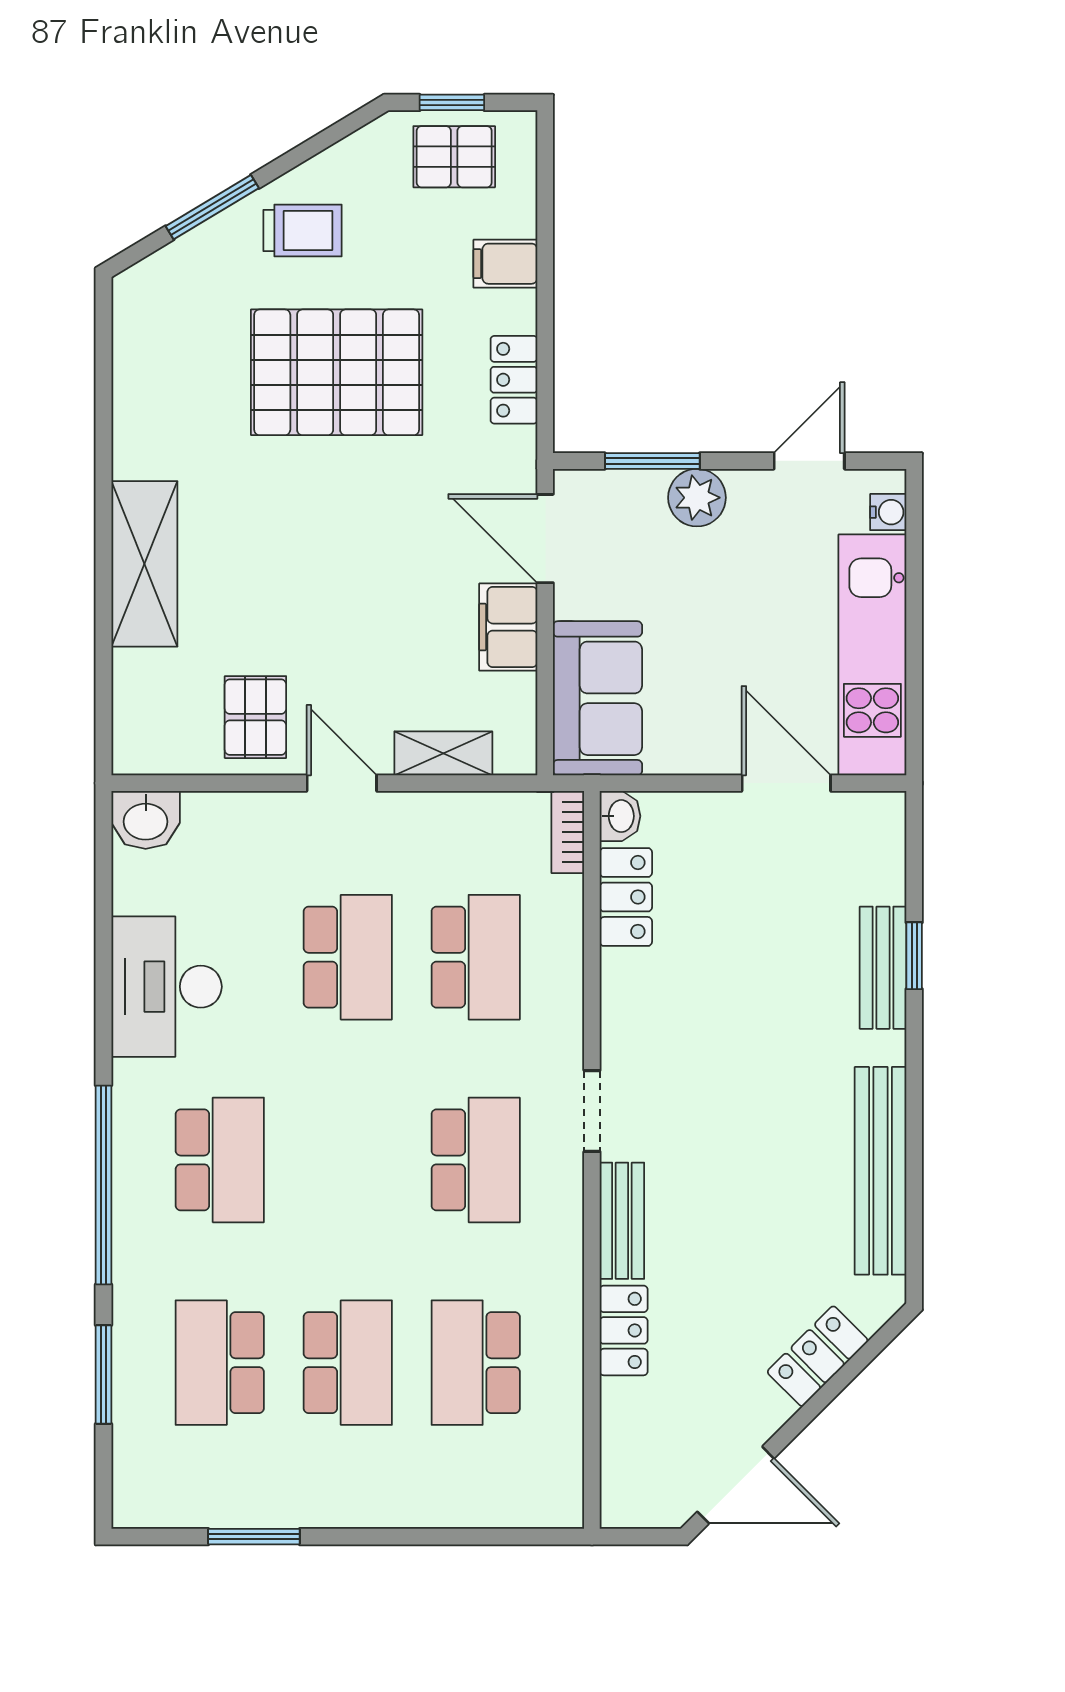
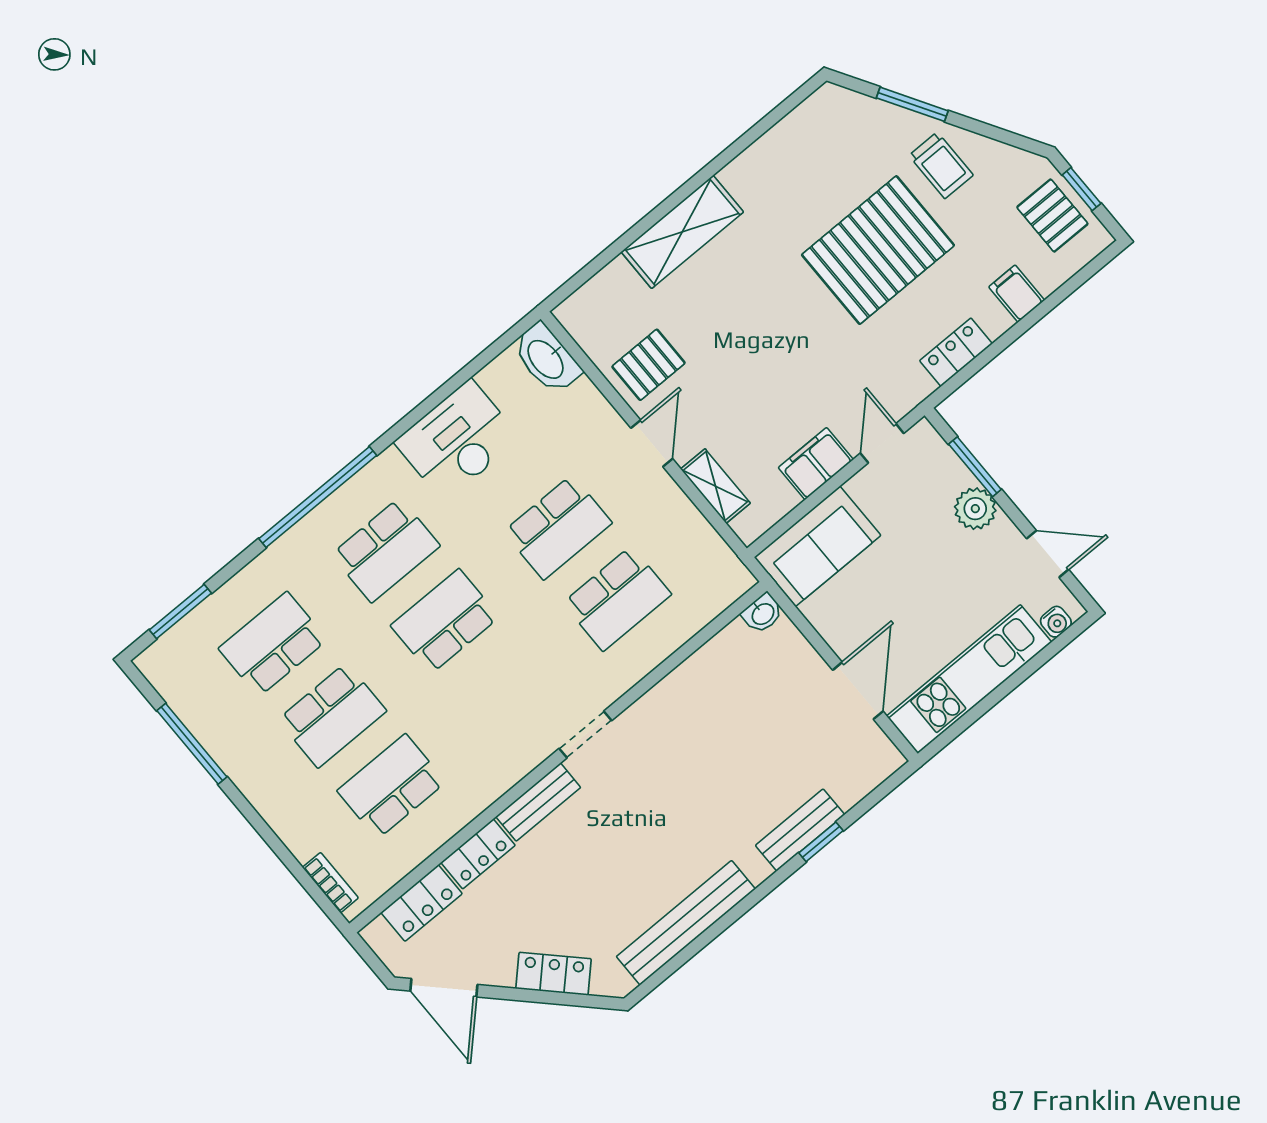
pallet: (337, 372) -> (878, 250), turned 90
door: (545, 539) -> (882, 443), width x0.73
washbasin: (146, 820) -> (546, 359), width x1.38
bookcase: (568, 832) -> (330, 883), moved, turned 90
locker: (626, 897) -> (422, 903), moved
school desk: (476, 1160) -> (445, 621), moved, turned 180
window: (103, 1375) -> (180, 611), moved
window: (254, 1537) -> (192, 744), width x1.44

